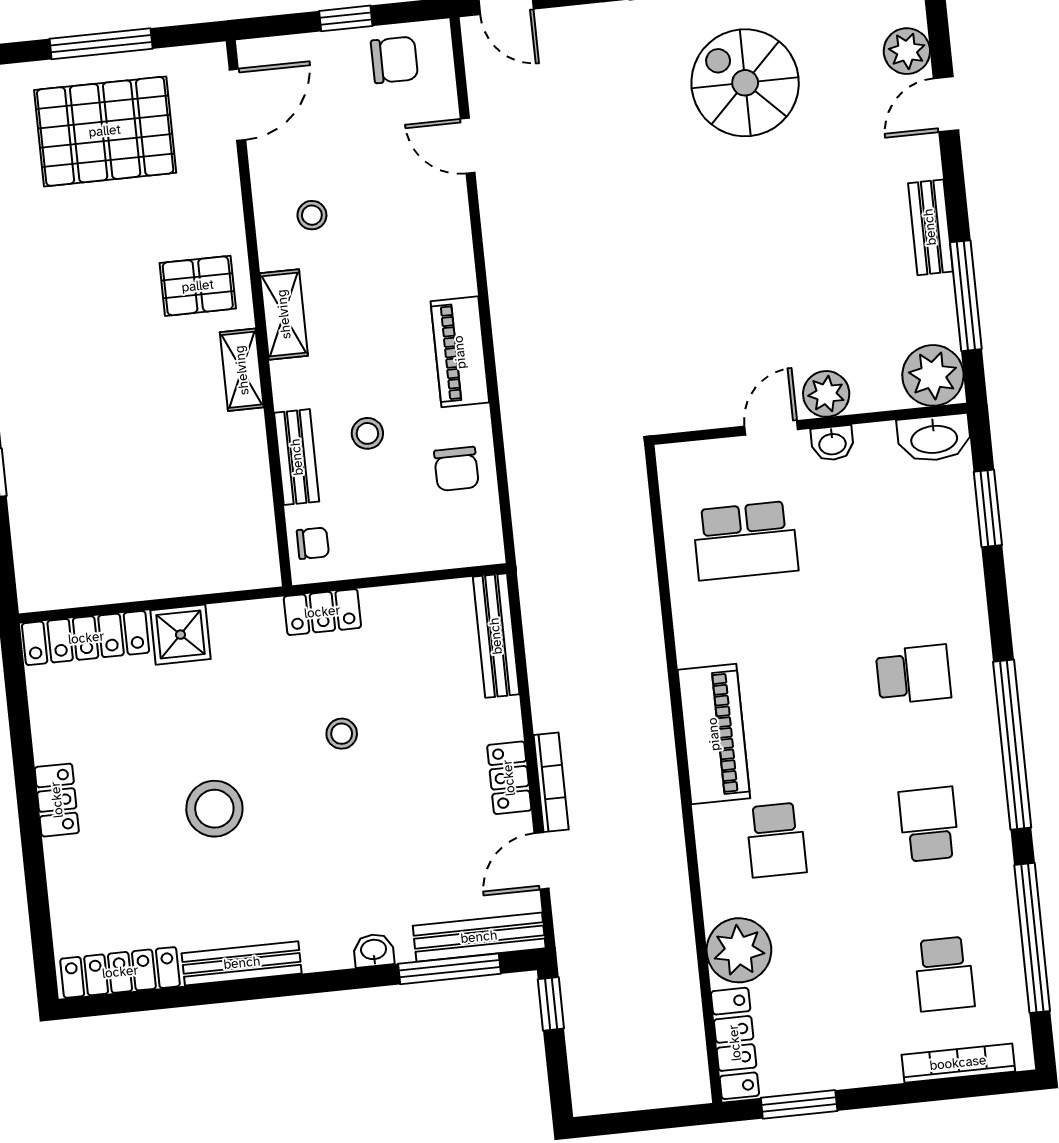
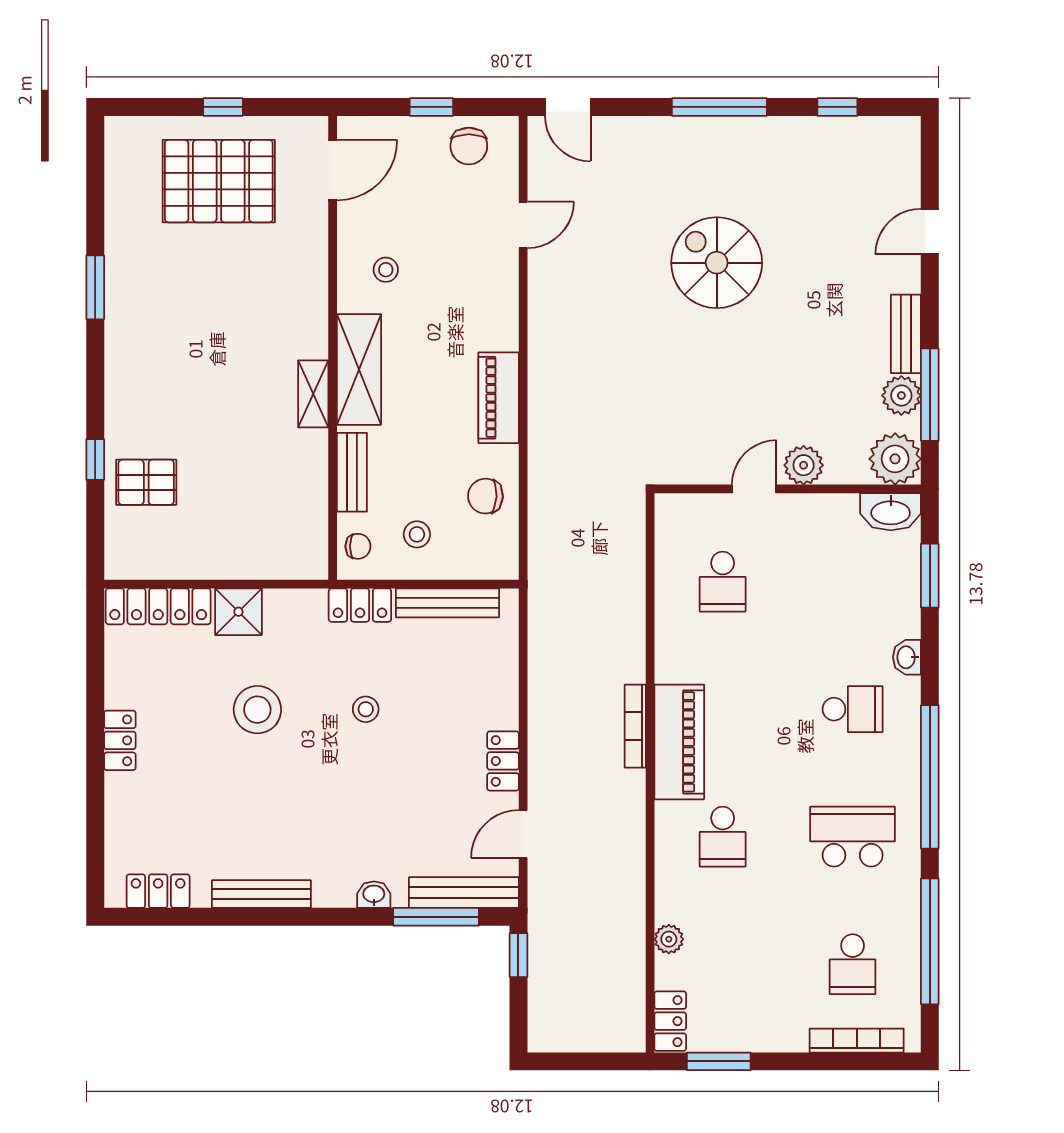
window: (101, 44) -> (223, 107), width x0.46
plant: (907, 51) -> (901, 396), moved
chair: (394, 60) -> (469, 146), turned 90
spiral stairs: (745, 83) -> (717, 263), moved
door: (468, 146) -> (523, 225), swing flipped
pallet: (198, 286) -> (146, 482), moved
shelving: (284, 314) -> (359, 369), width x1.50, depth x1.33
stool: (367, 433) -> (417, 534), moved
washbasin: (832, 443) -> (907, 657), moved, turned 90
chair: (456, 469) -> (485, 496), turned 93
school desk: (745, 540) -> (723, 582), width x0.54
bench: (496, 636) -> (447, 603), moved, turned 90
bookcase: (551, 782) -> (635, 726), moved, turned 180
stool: (214, 809) -> (257, 710), moved
school desk: (929, 824) -> (853, 837), width x1.85
plant: (739, 950) -> (669, 939), width x0.53, depth x0.53
locker: (120, 972) -> (158, 891), width x0.66
locker: (735, 1043) -> (670, 1021), width x0.66

